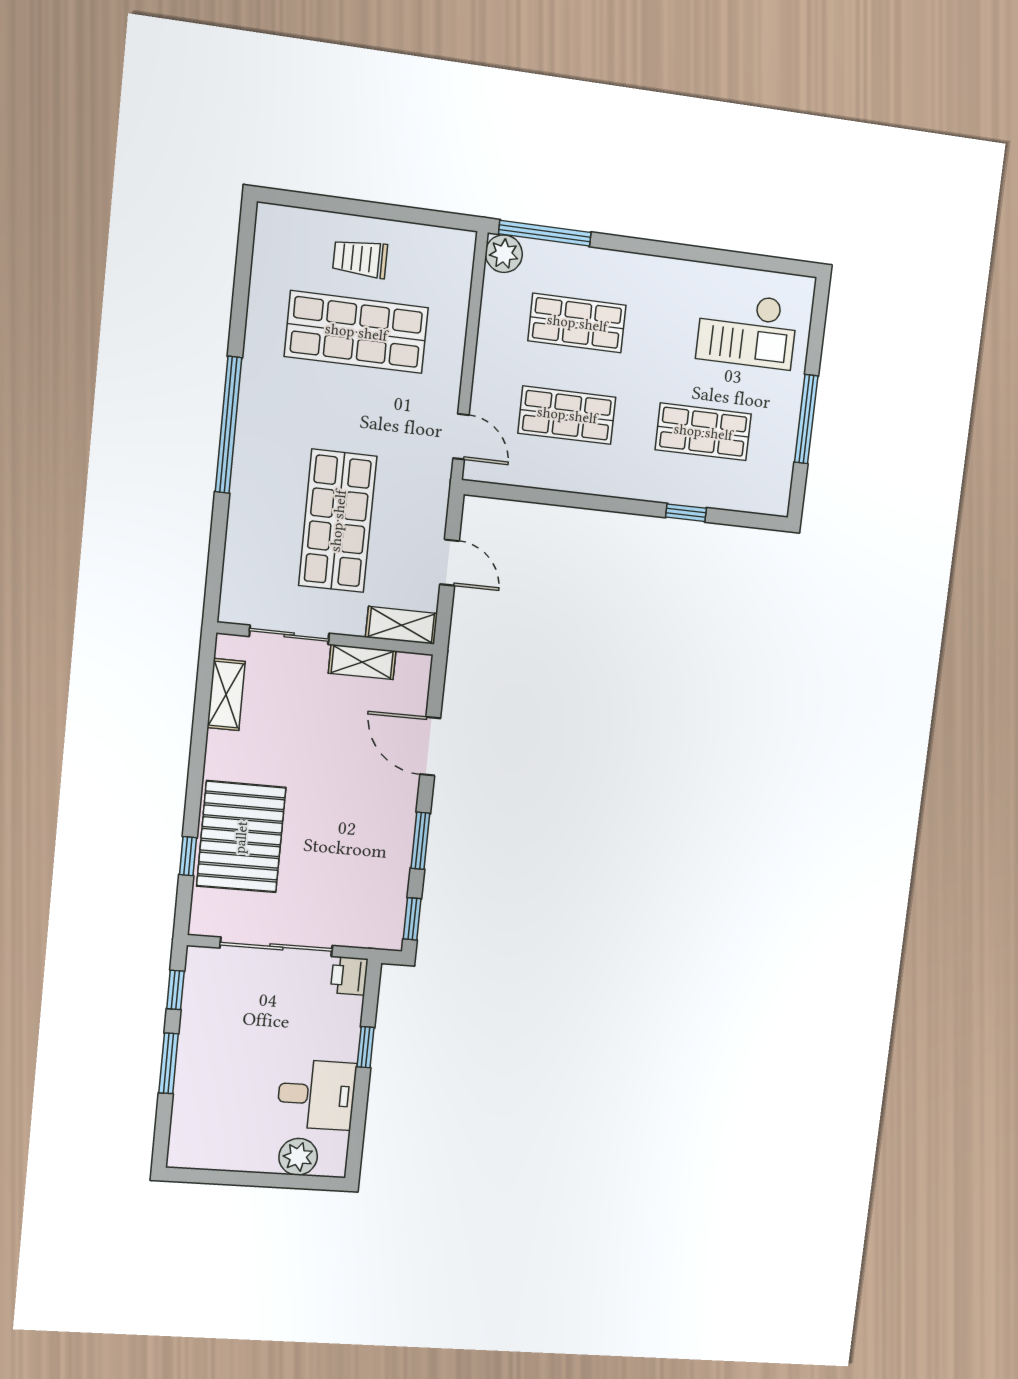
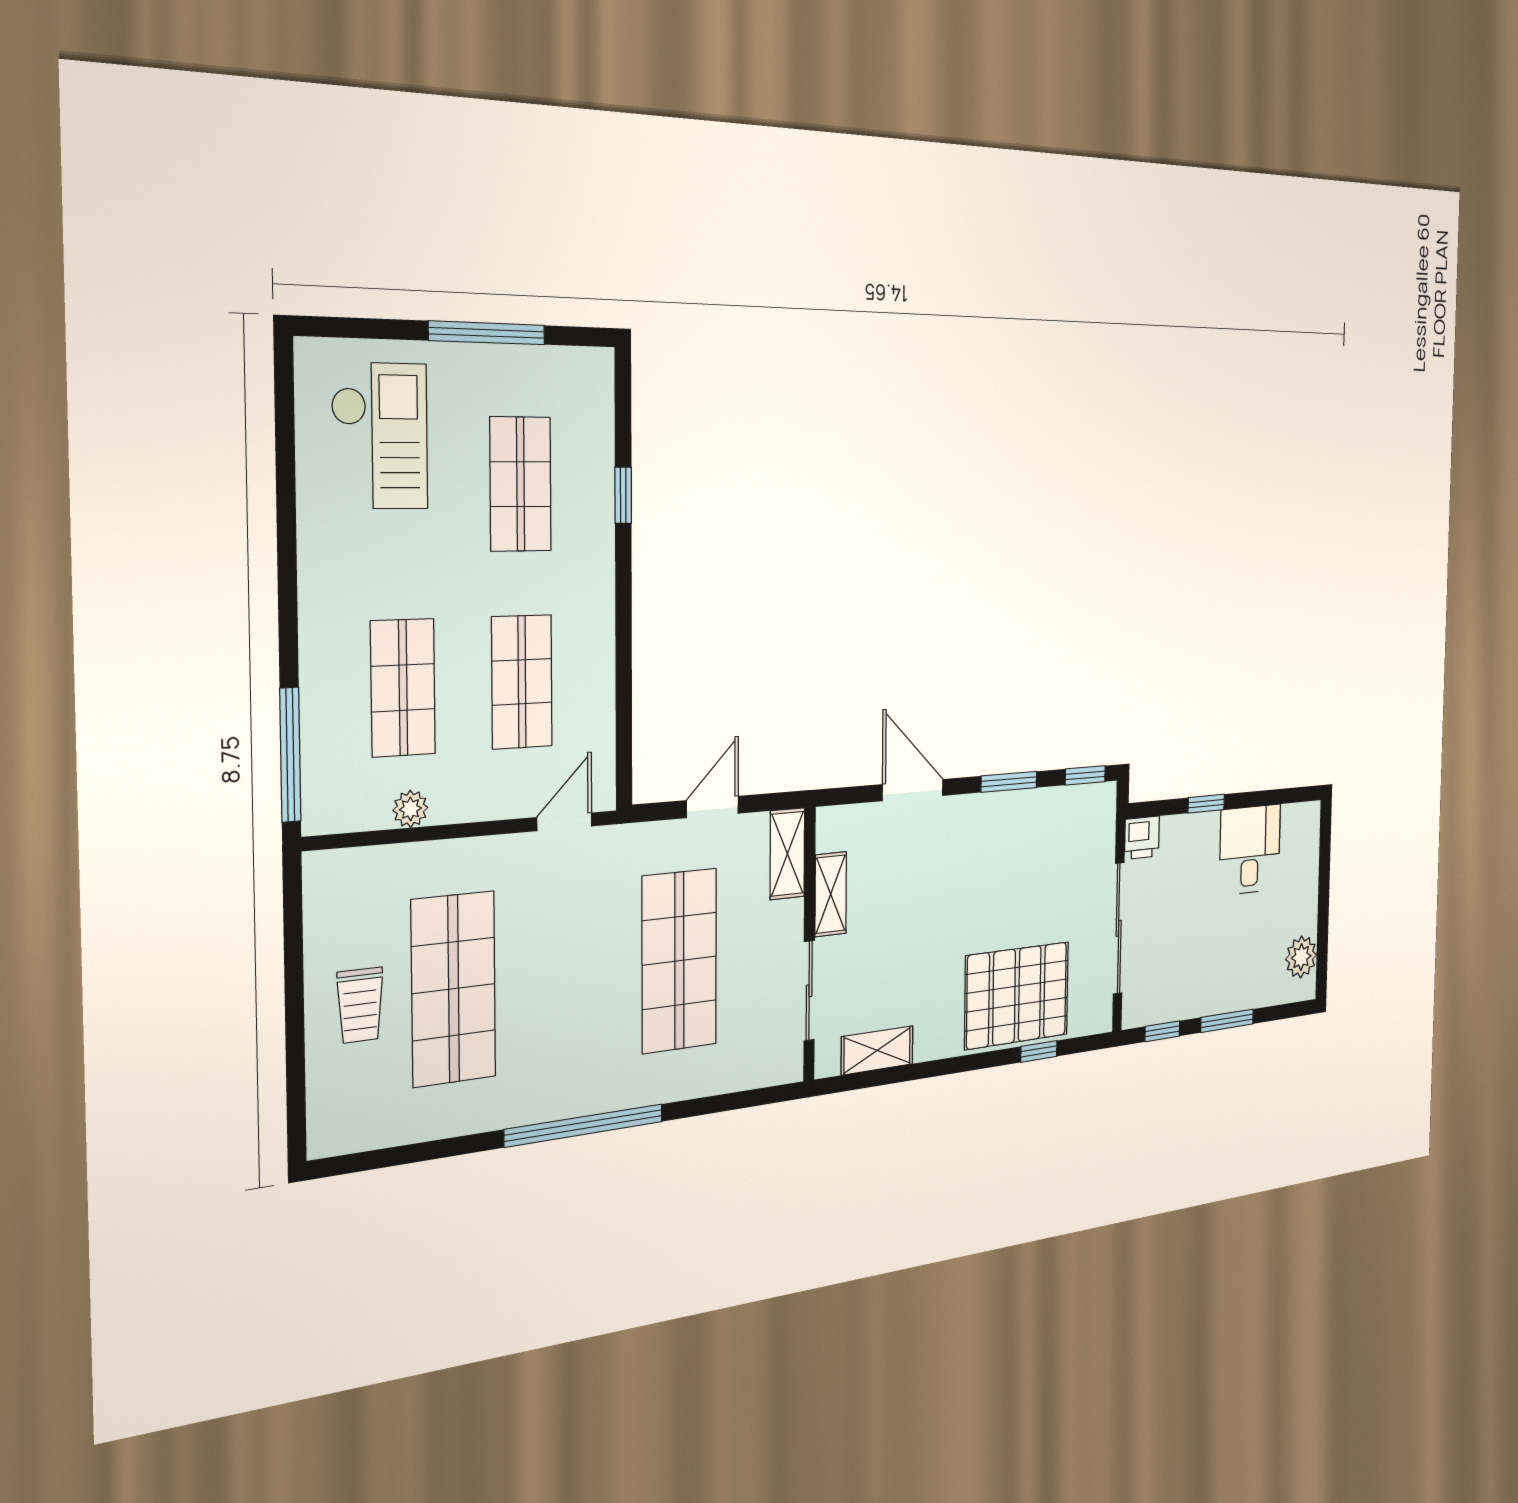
plant: (504, 254) -> (410, 809), moved, width x0.73, depth x0.73
shop shelf: (338, 521) -> (679, 961), turned 90
door: (430, 746) -> (913, 790), swing flipped
plant: (298, 1157) -> (1301, 957), moved

